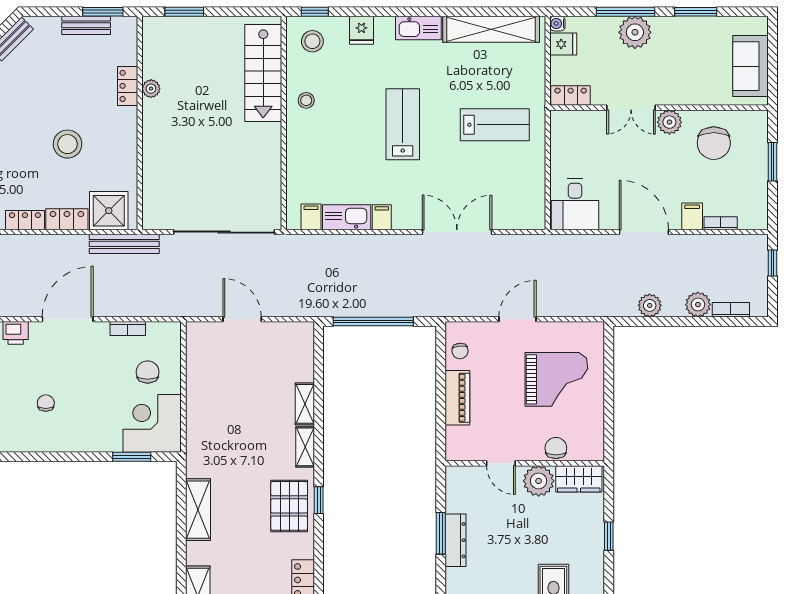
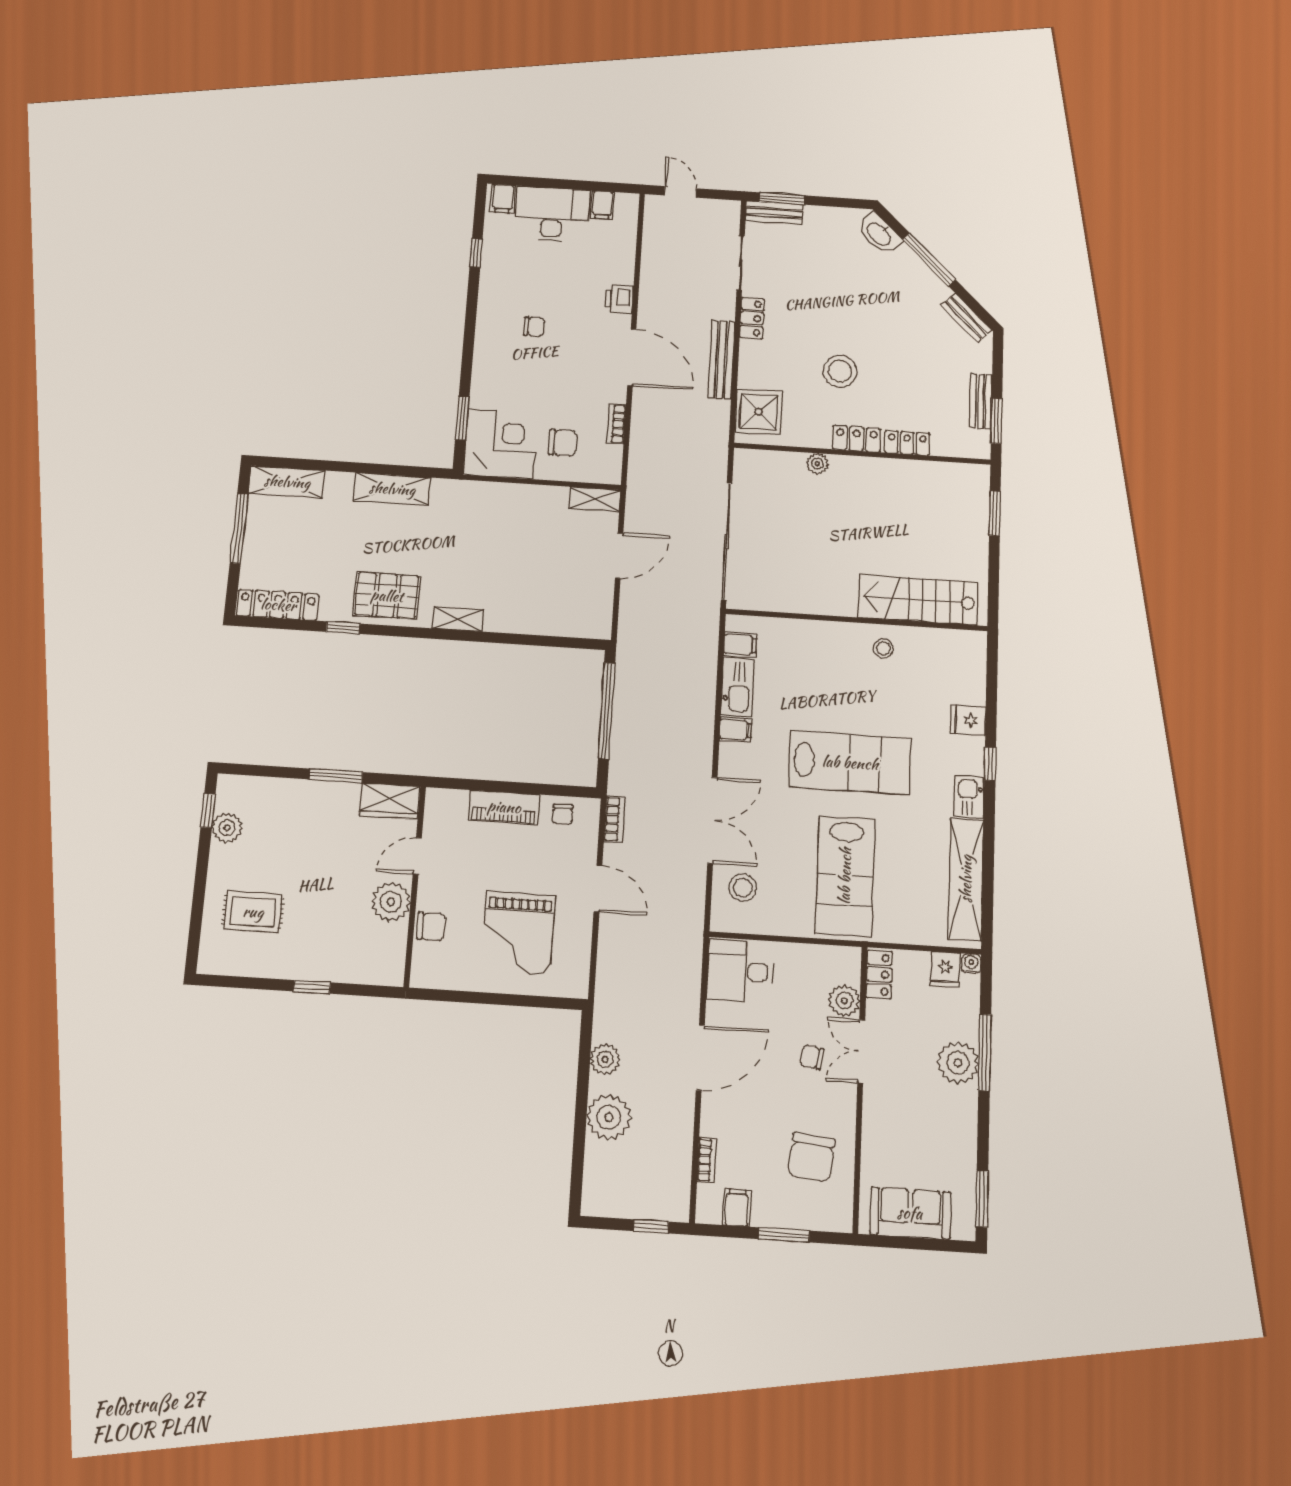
window: (315, 12) -> (990, 764), moved
window: (696, 12) -> (982, 1199), moved
kitchen sink: (418, 28) -> (969, 797), width x0.73
stool: (312, 41) -> (743, 888), moved
plant: (151, 89) -> (817, 464), moved
plant: (669, 122) -> (844, 1001), moved
lab bench: (403, 124) -> (850, 763), width x1.36, depth x1.39
lab bench: (495, 125) -> (845, 876), width x1.36, depth x1.39
chair: (714, 143) -> (811, 1157), turned -84
chair: (638, 146) -> (812, 1057), added
filing cabinet: (692, 216) -> (737, 1208), moved, turned -90
locker: (67, 219) -> (857, 439), moved, turned -90
bench: (124, 244) -> (722, 360), moved
plant: (698, 305) -> (609, 1117), width x1.36, depth x1.36
bookcase: (731, 310) -> (615, 819), moved
chair: (460, 351) -> (563, 814), turned -85
shelving: (305, 404) -> (595, 499), moved
wardrobe: (579, 479) -> (389, 801), moved, turned -90
window: (319, 500) -> (343, 628), moved
dresser: (456, 540) -> (325, 793), removed

